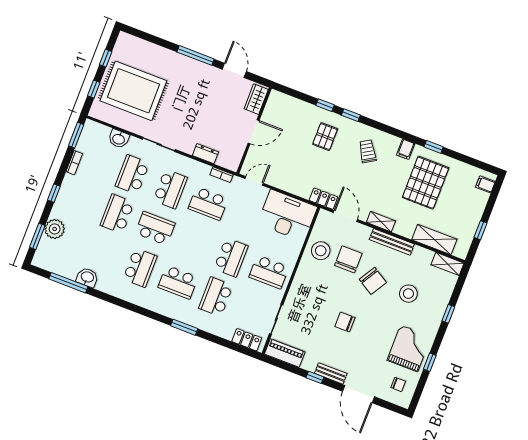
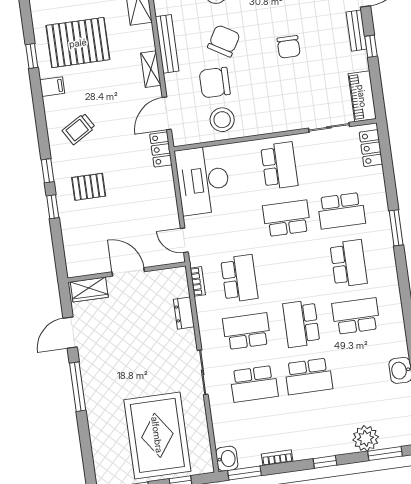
washbasin: (119, 139) -> (227, 459), moved

